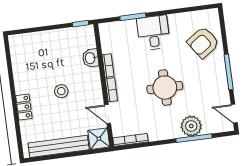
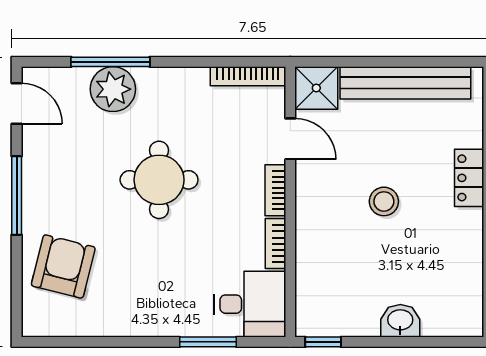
desk: (153, 33) -> (250, 304), moved, turned -90
armchair: (203, 42) -> (63, 266), turned -41
washbasin: (90, 58) -> (400, 321), moved, turned -90

